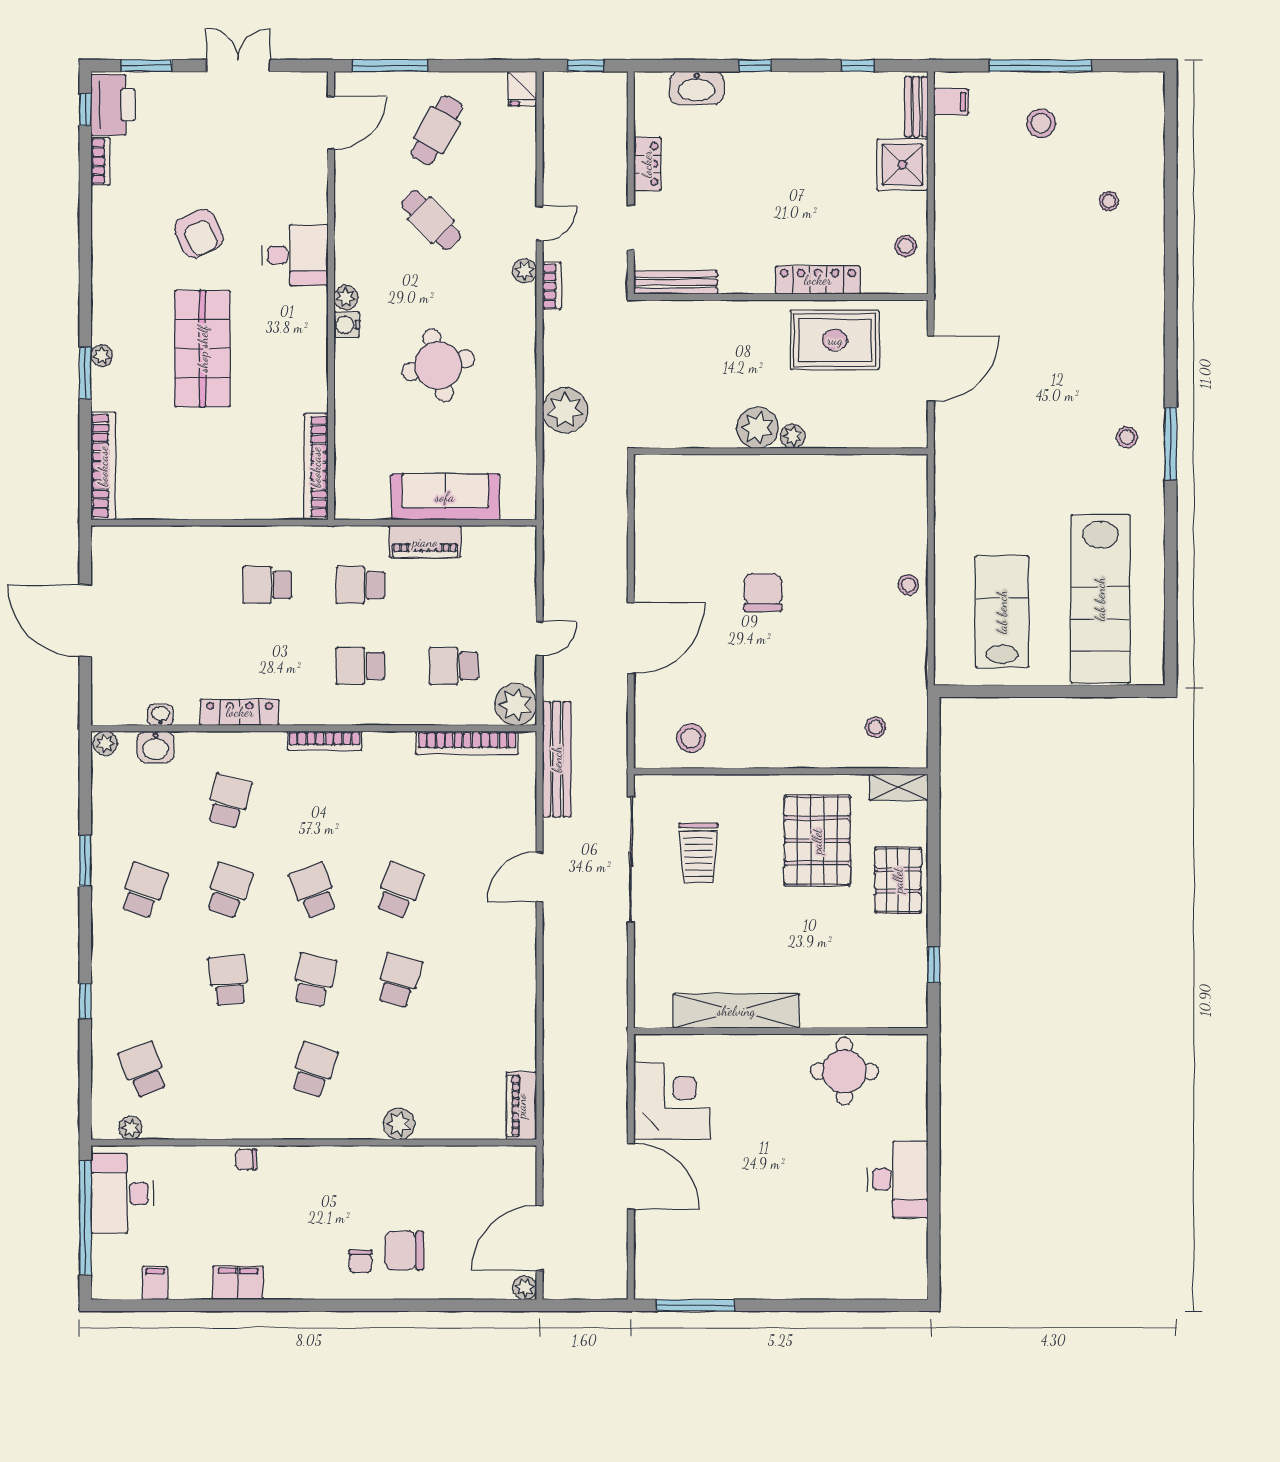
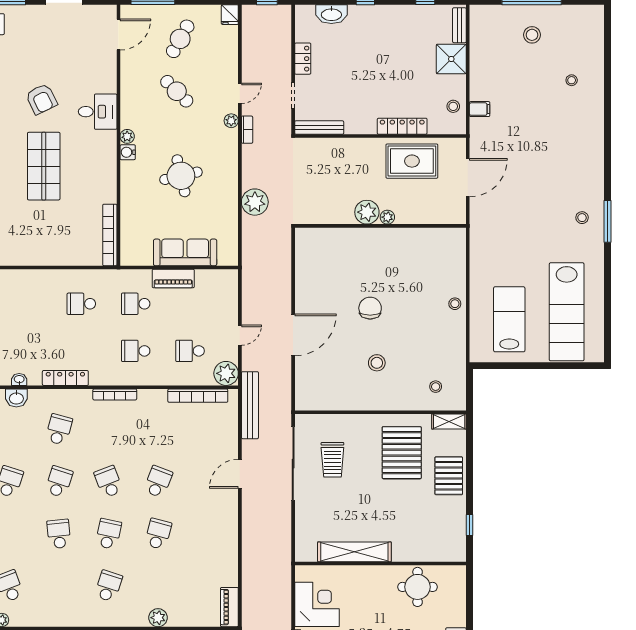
filing cabinet: (951, 102) -> (480, 109), moved
stool: (691, 738) -> (377, 363), moved

